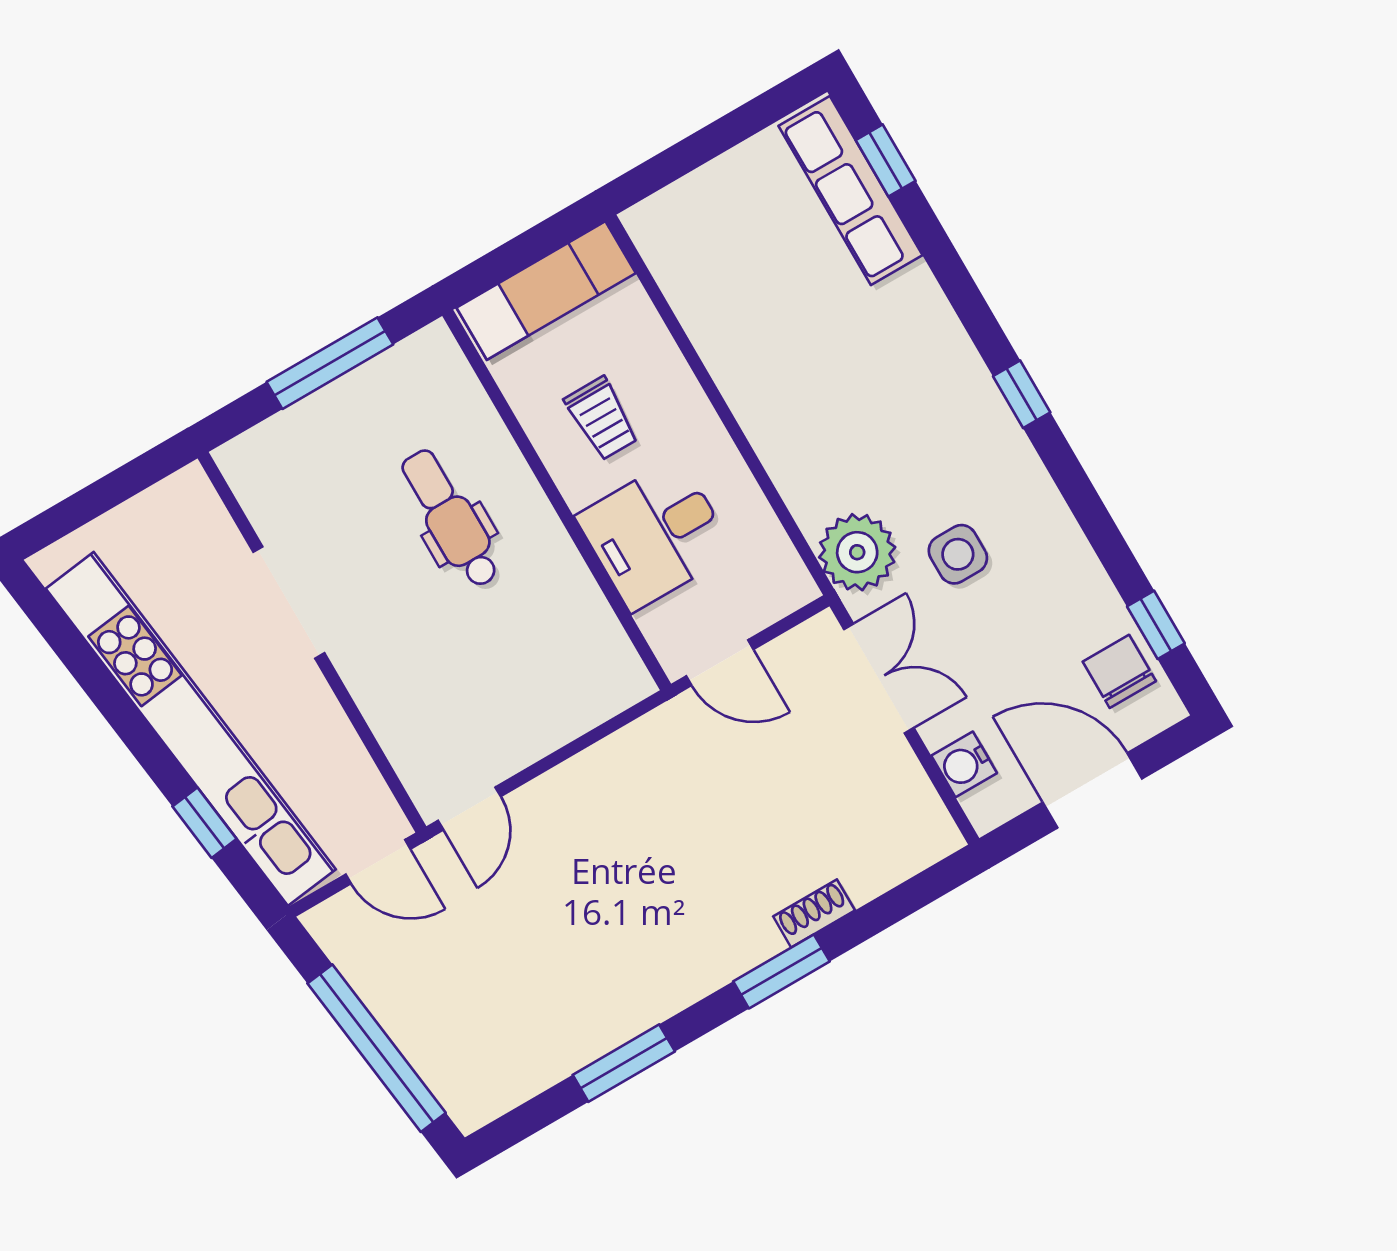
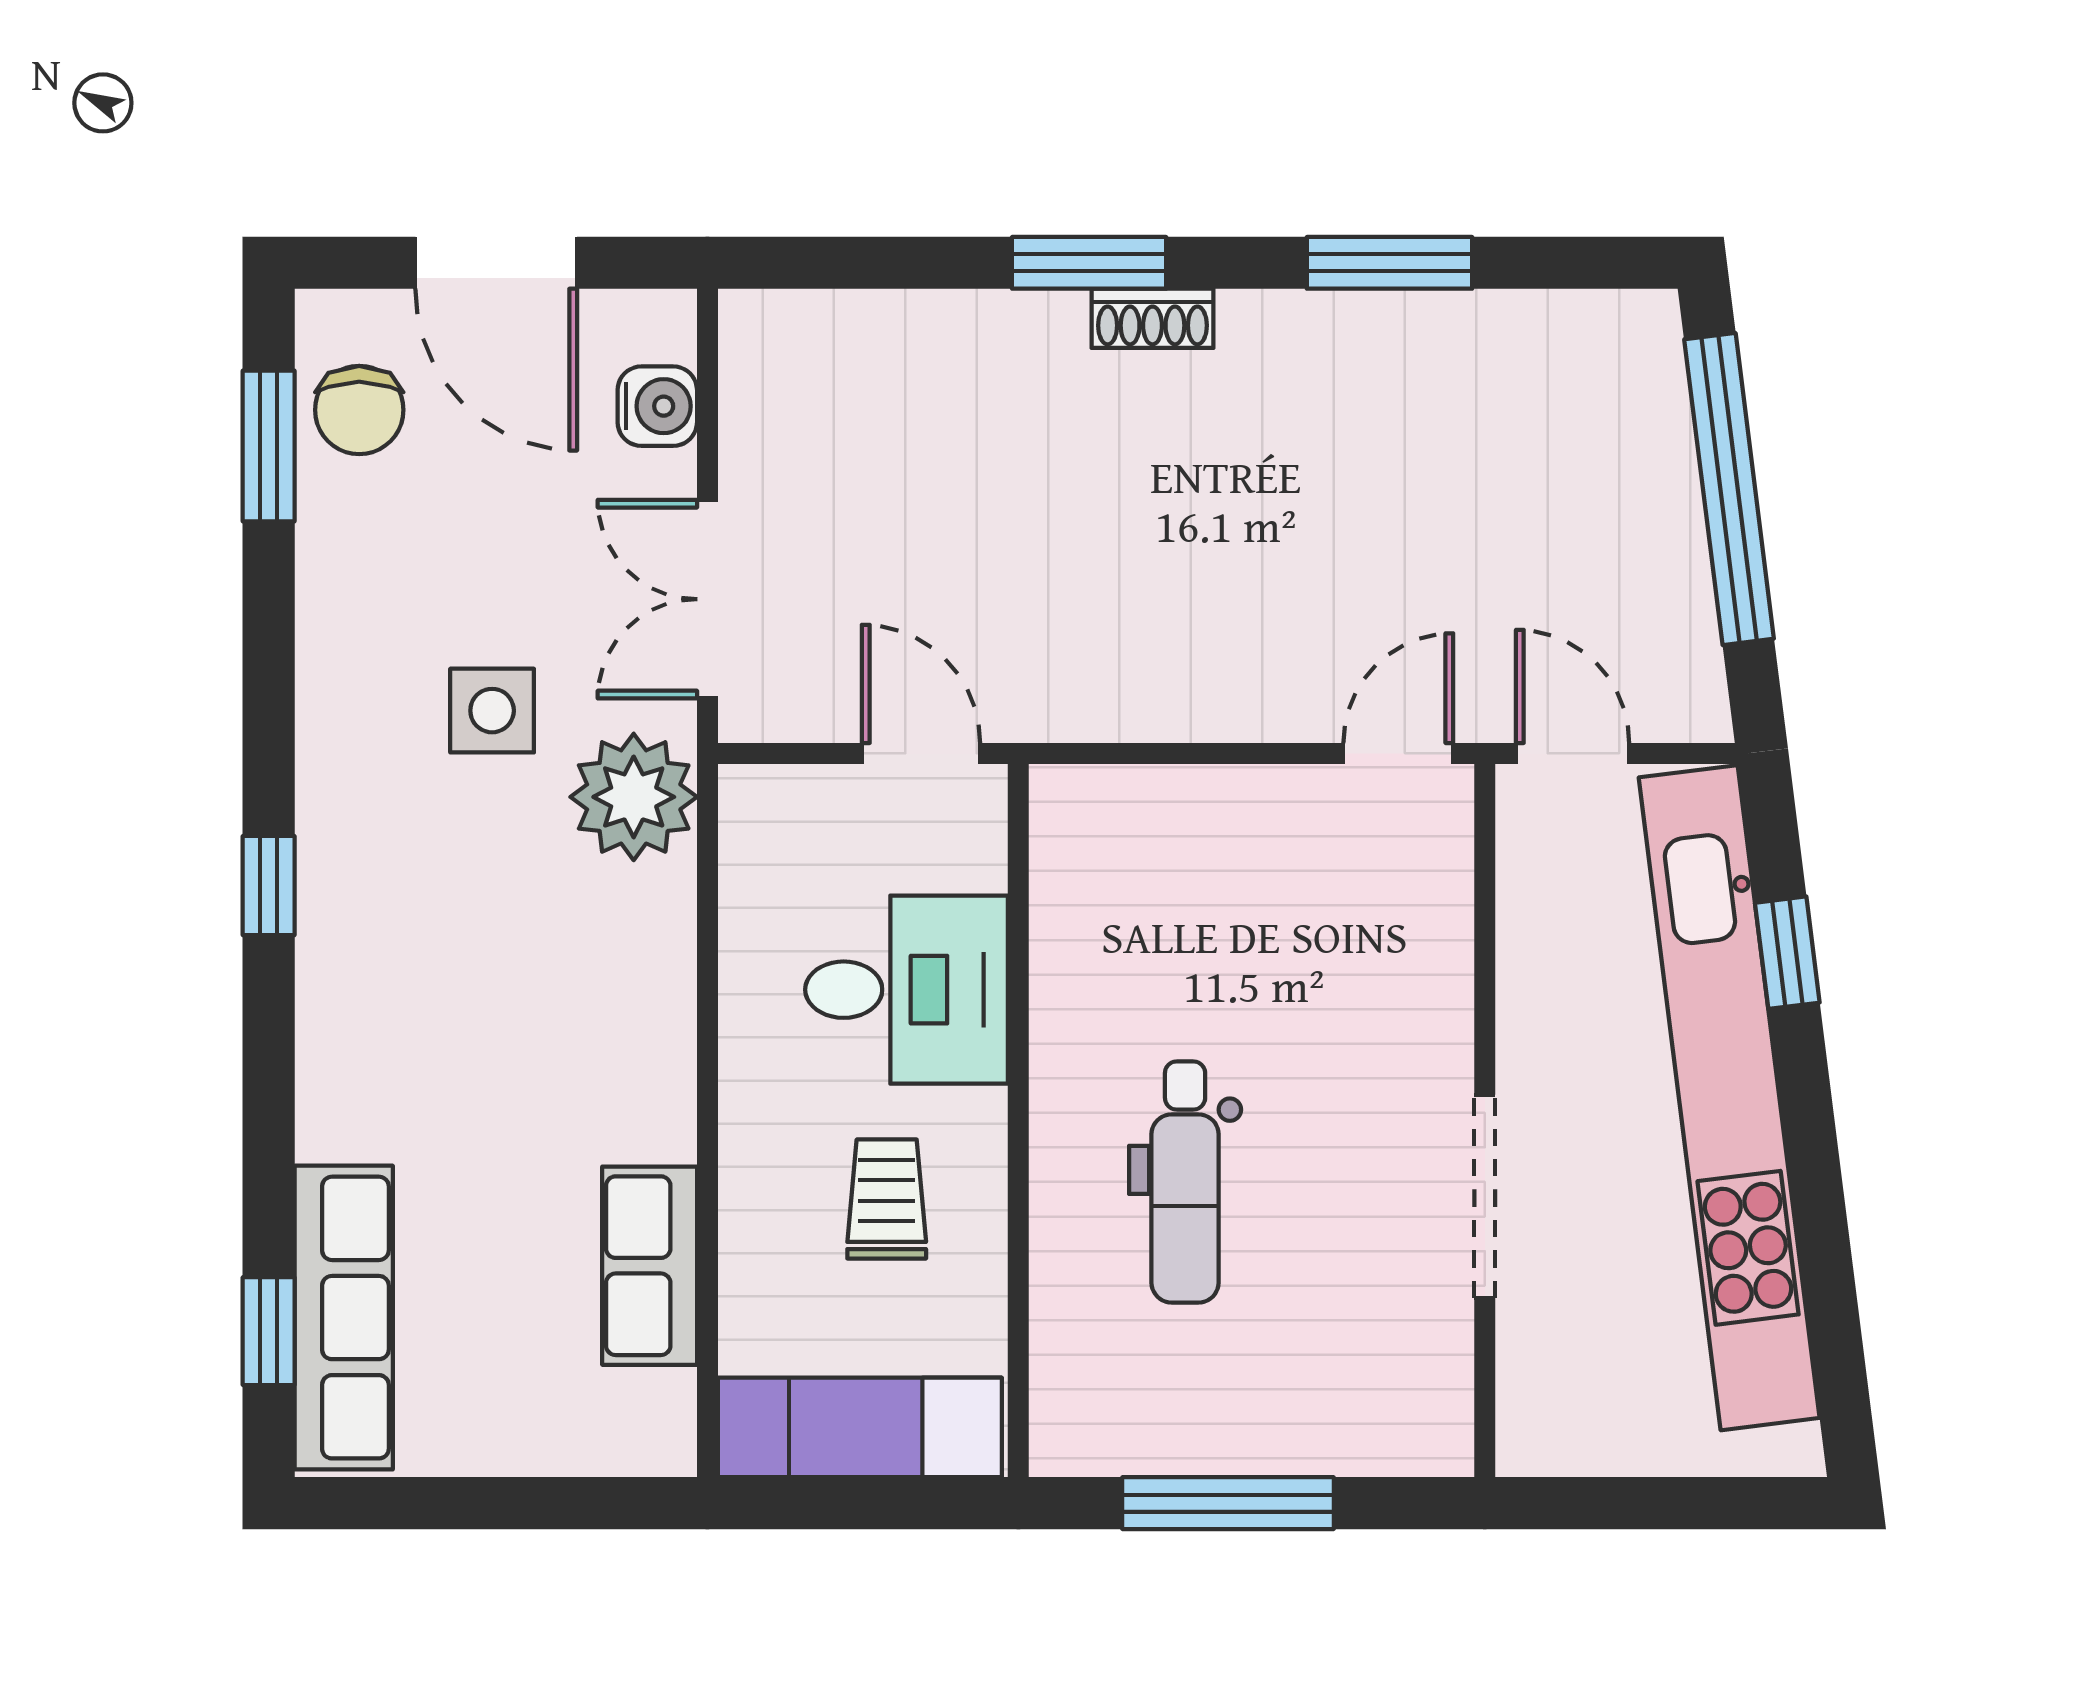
row of seats: (706, 311) -> (650, 1266), added
window: (1156, 625) -> (269, 446), width x1.50
shoe rack: (814, 913) -> (1152, 318), moved

